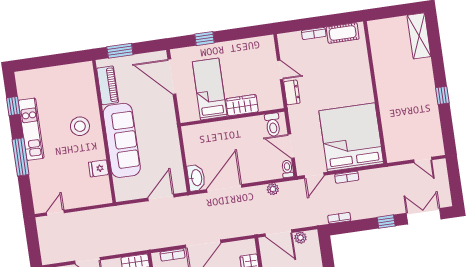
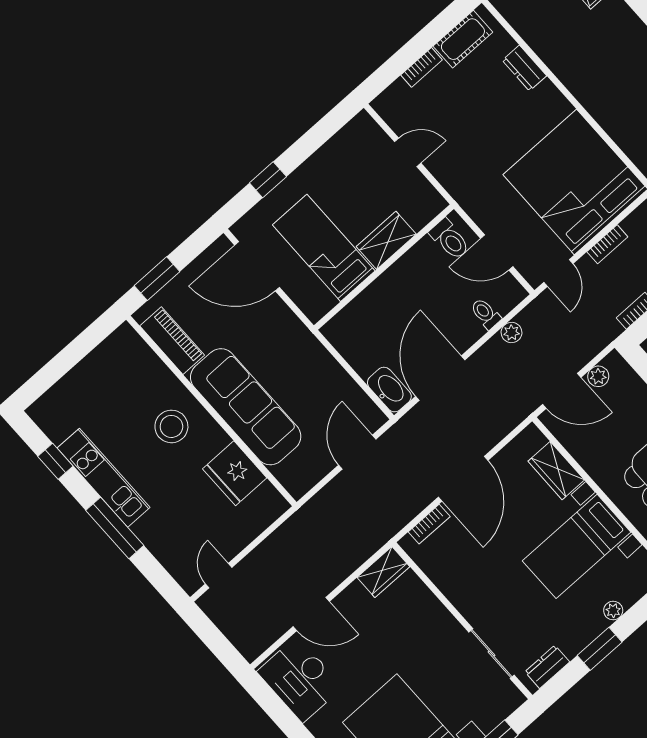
dresser: (292, 92) -> (524, 68), moved, turned 180
fridge: (98, 168) -> (235, 473), width x1.88, depth x1.34
toilet: (287, 169) -> (486, 314), moved

